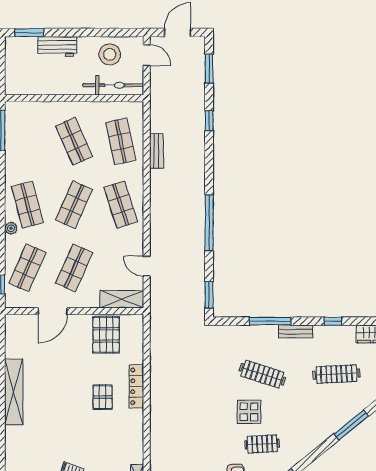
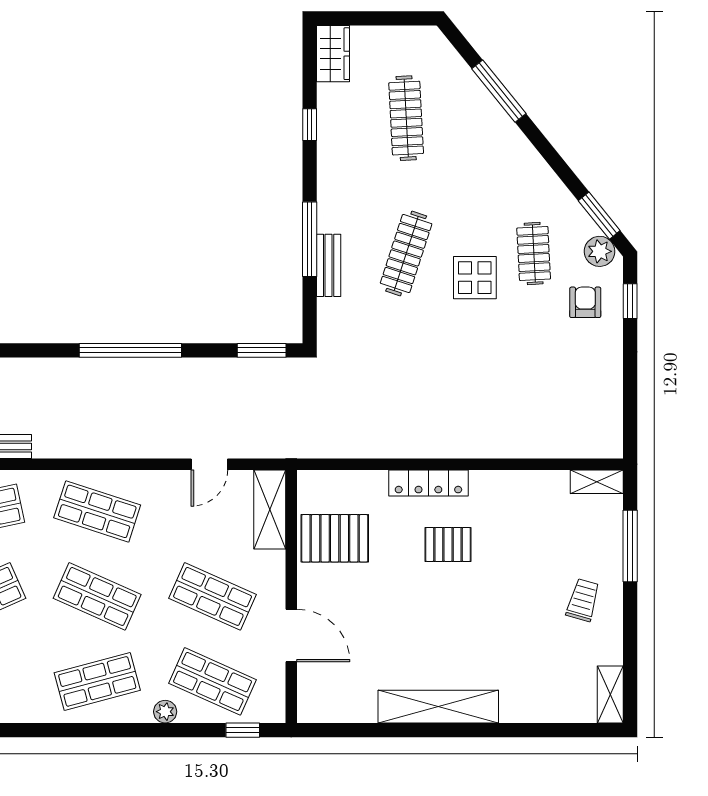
shop shelf: (121, 205) -> (97, 511), turned 36
plant: (11, 228) -> (165, 712), moved
bench: (296, 332) -> (329, 265), moved

